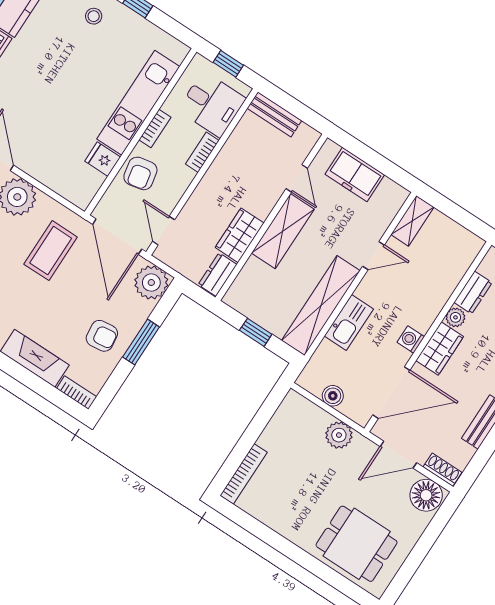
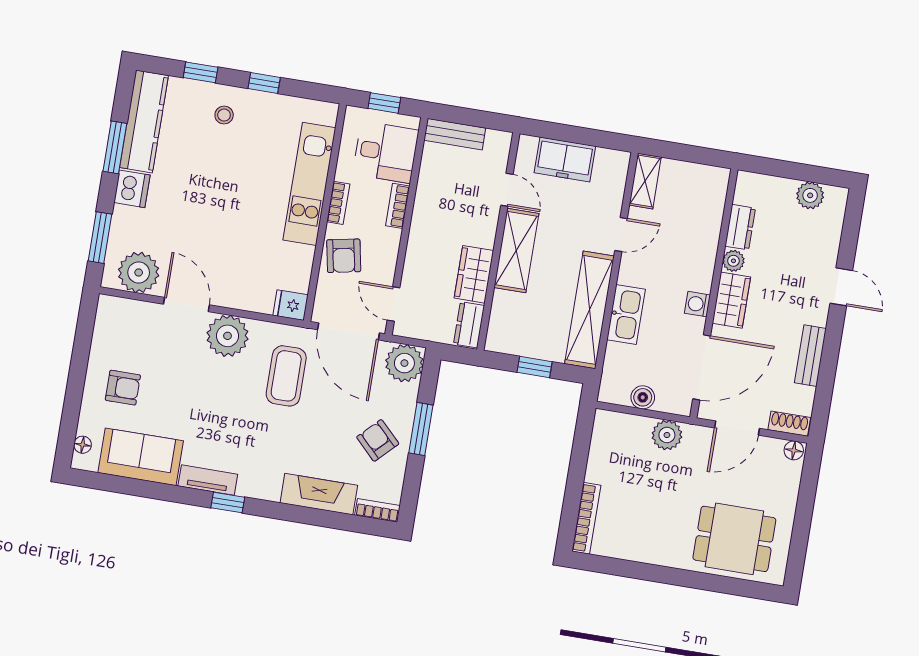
fridge: (103, 159) -> (290, 305), moved
armchair: (102, 336) -> (378, 440), turned -128
floor lamp: (426, 495) -> (794, 450), width x0.53, depth x0.53

